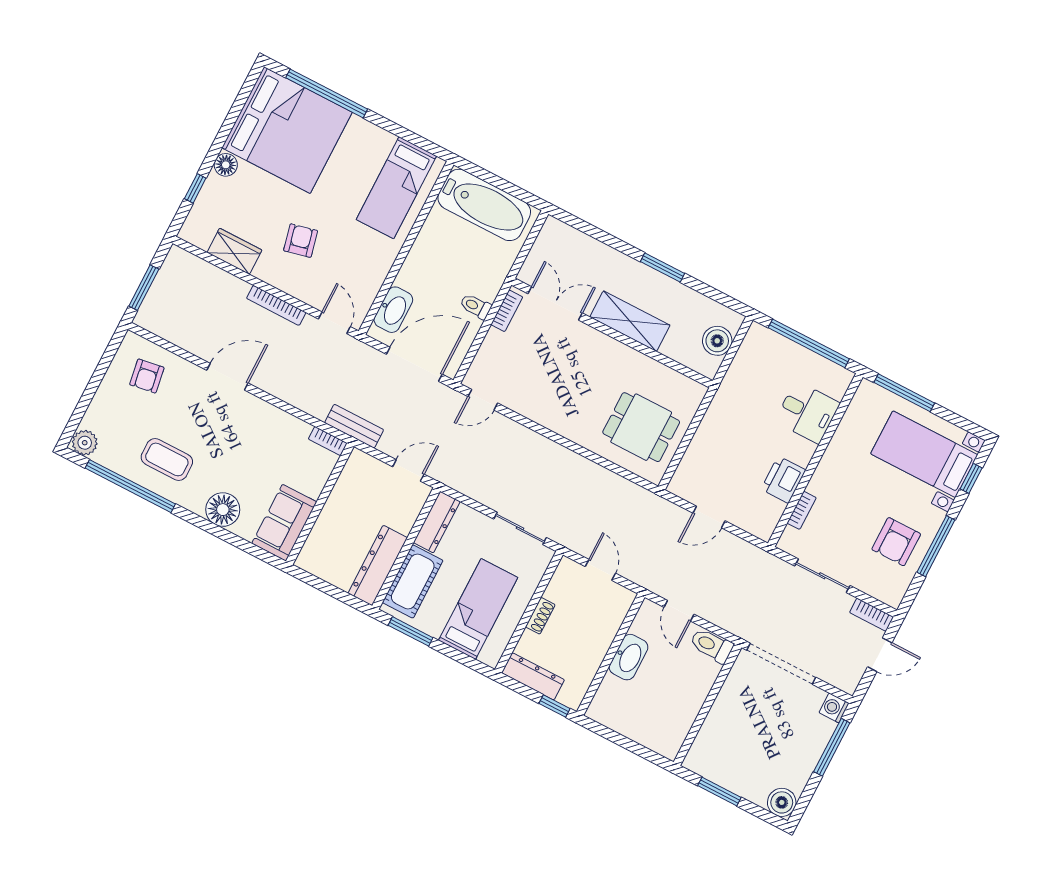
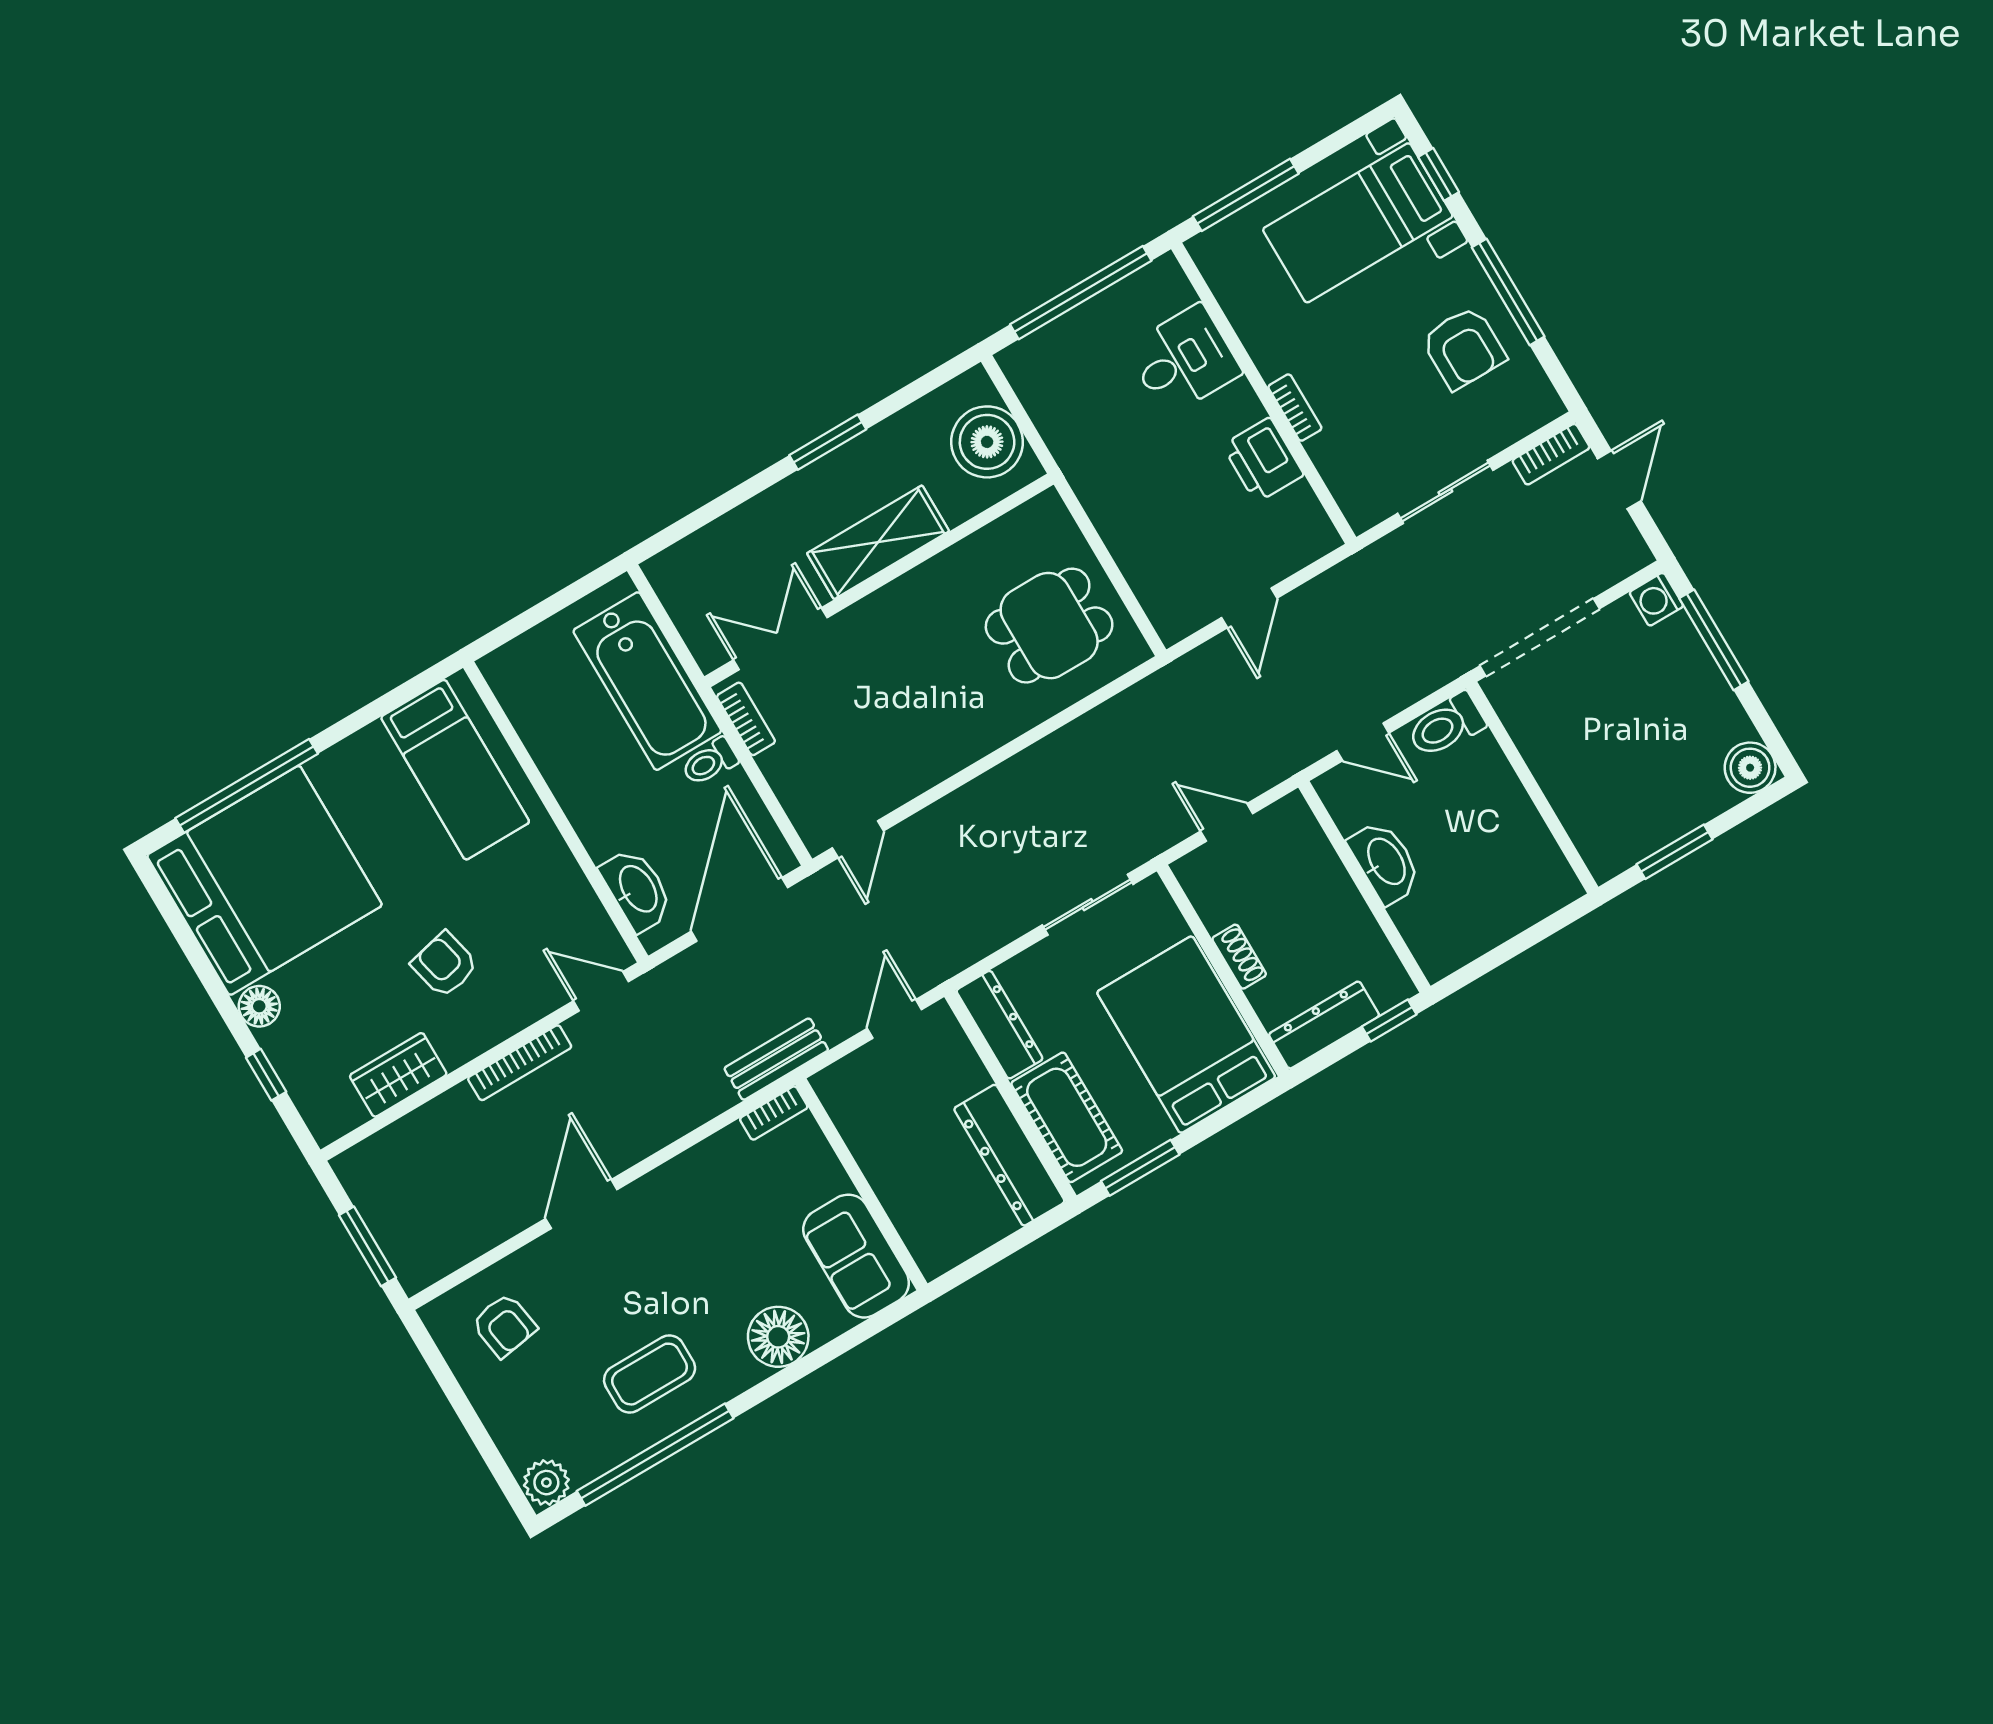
bathtub: (484, 205) -> (647, 681), moved, turned 90
boiler: (717, 341) -> (987, 442), width x1.37, depth x1.37
bookcase: (802, 510) -> (1295, 408), moved
bed: (478, 609) -> (1186, 1035), width x1.50

